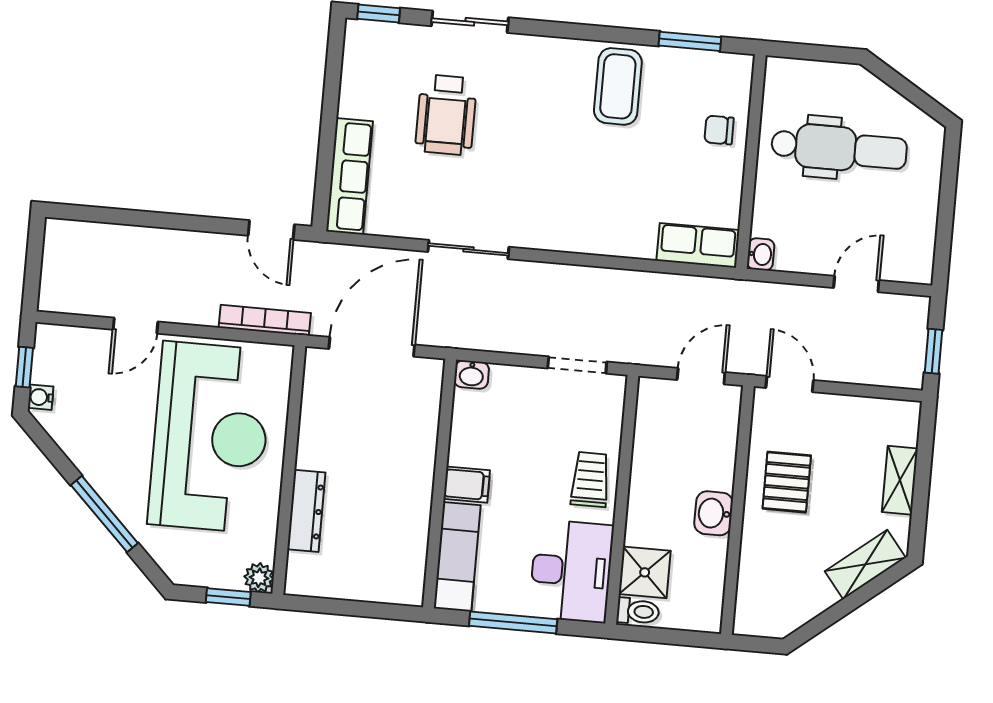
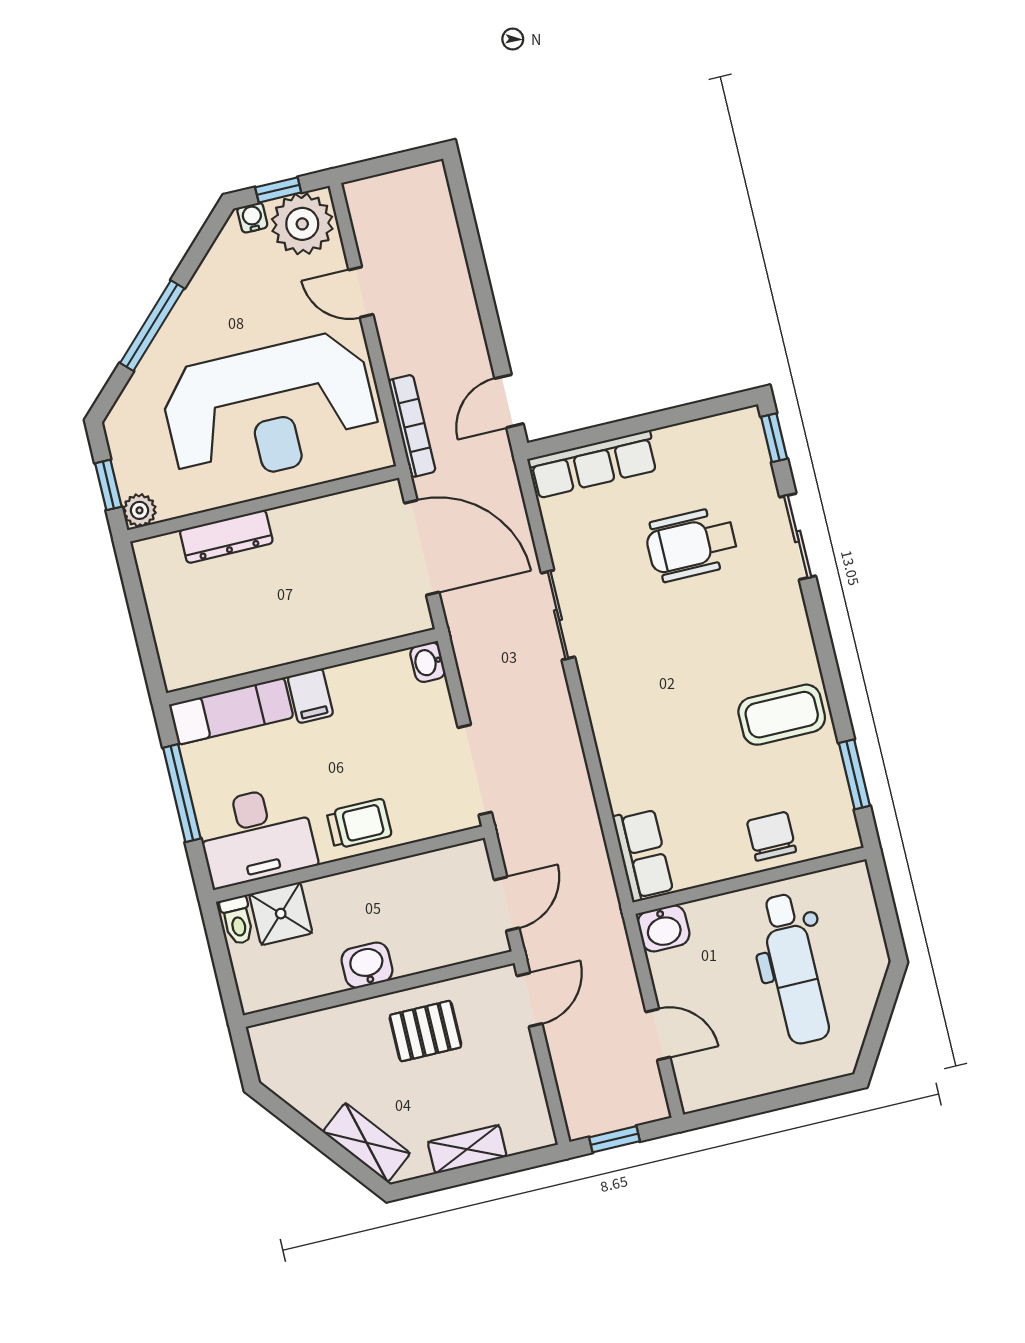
chair: (719, 130) -> (771, 836), width x1.37, depth x1.37
washbasin: (761, 254) -> (664, 928), width x1.38, depth x1.45
plant: (60, 356) -> (302, 224), added
doorway: (577, 365) -> (475, 770), width x1.38
door: (701, 376) -> (507, 904), hinge flipped

